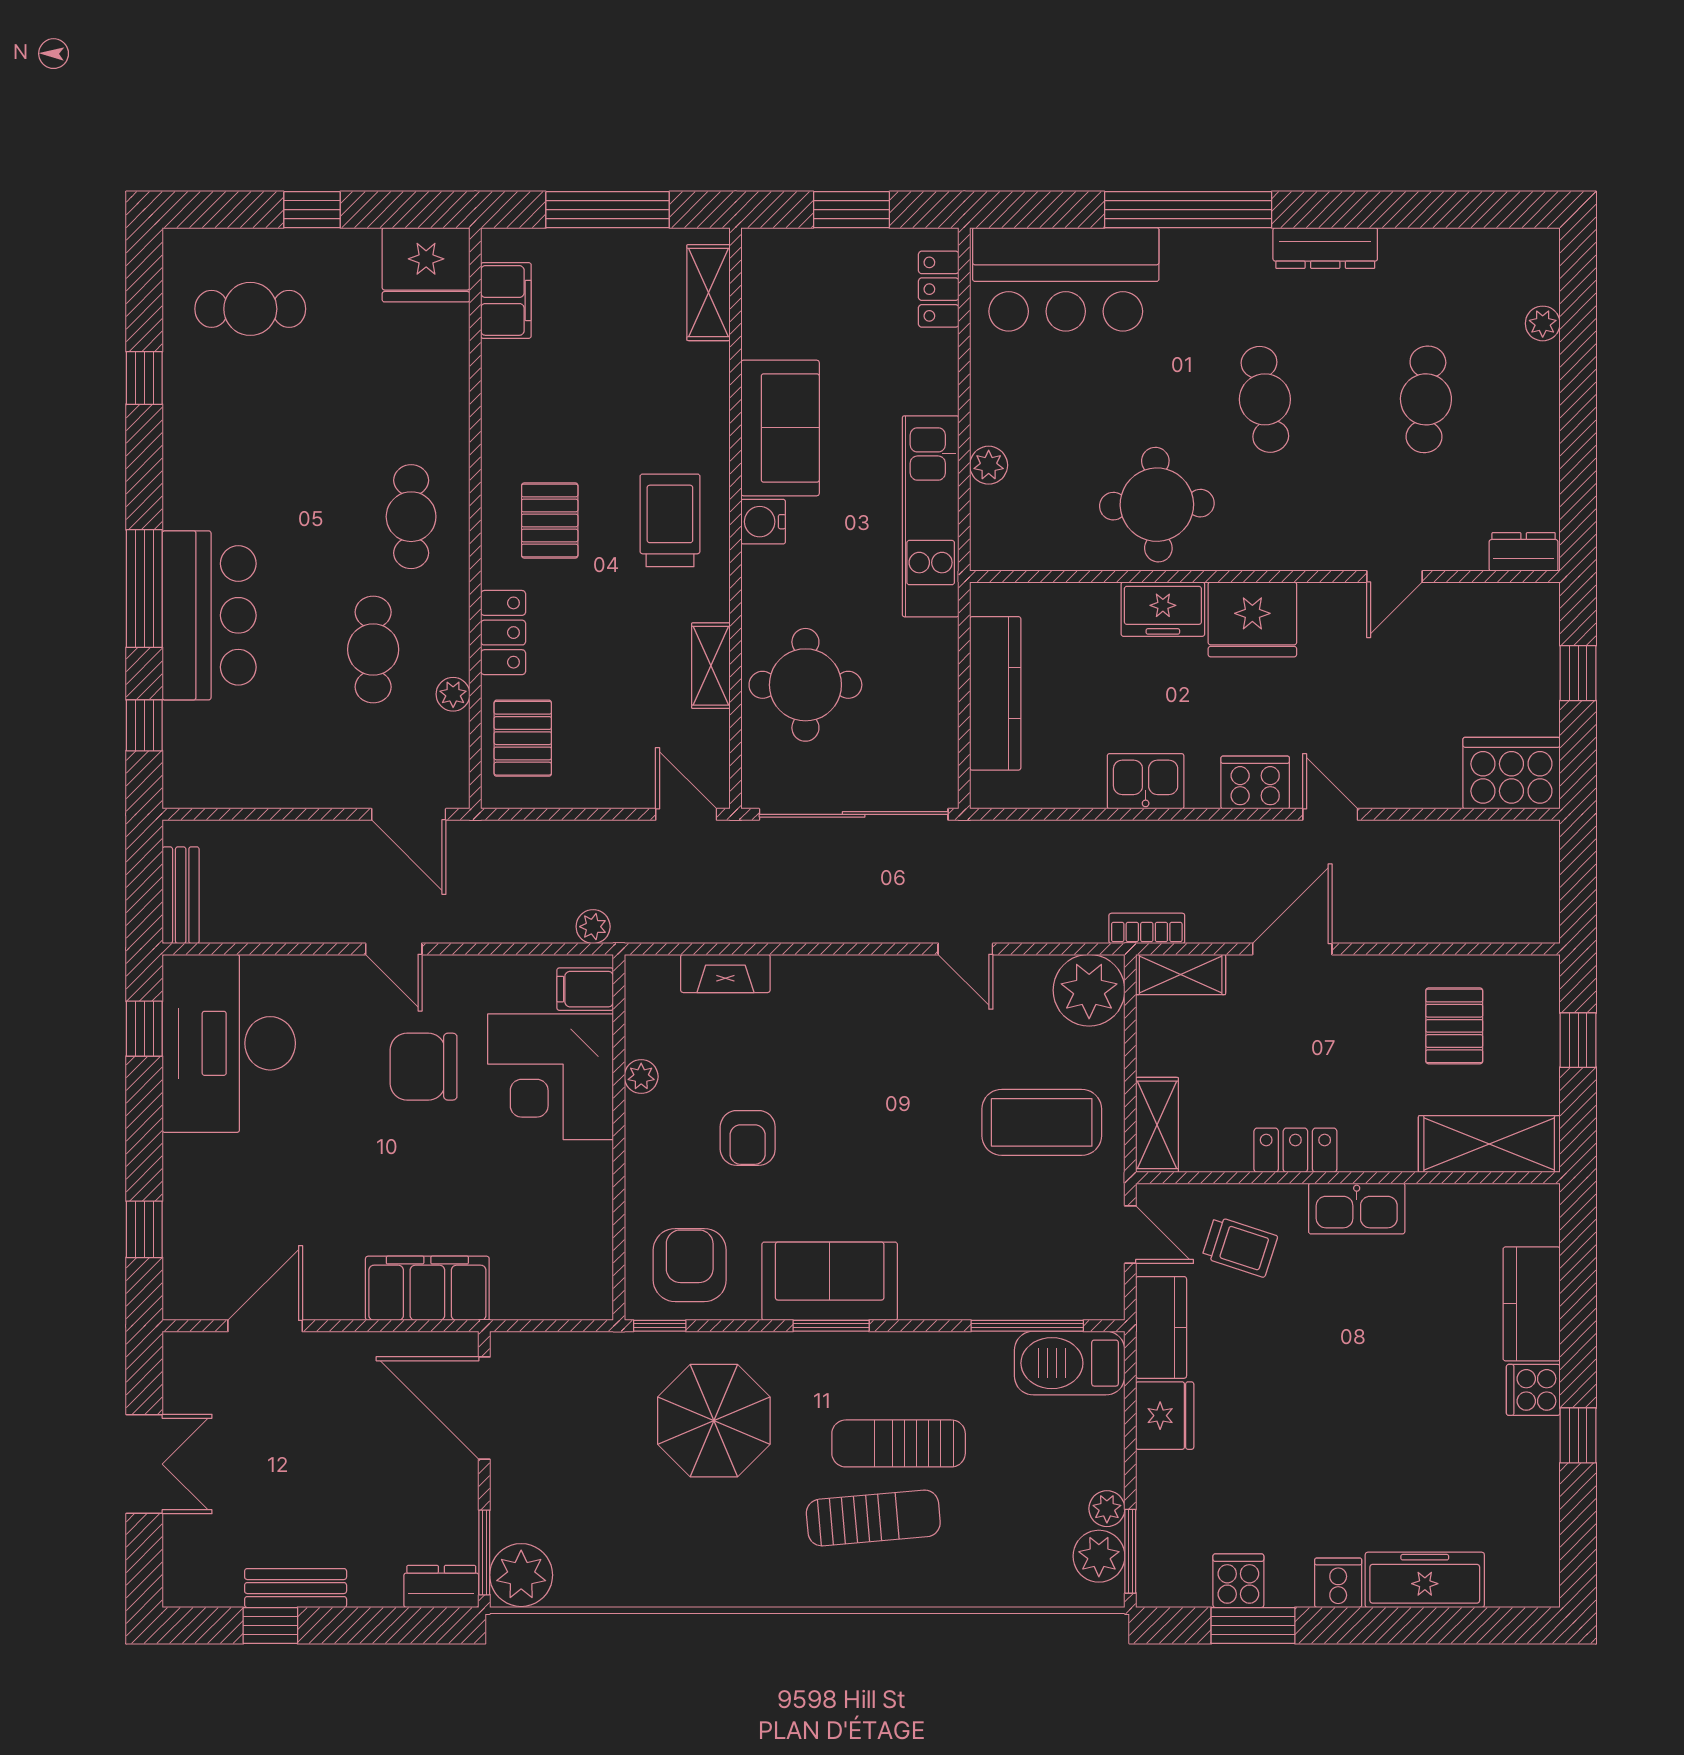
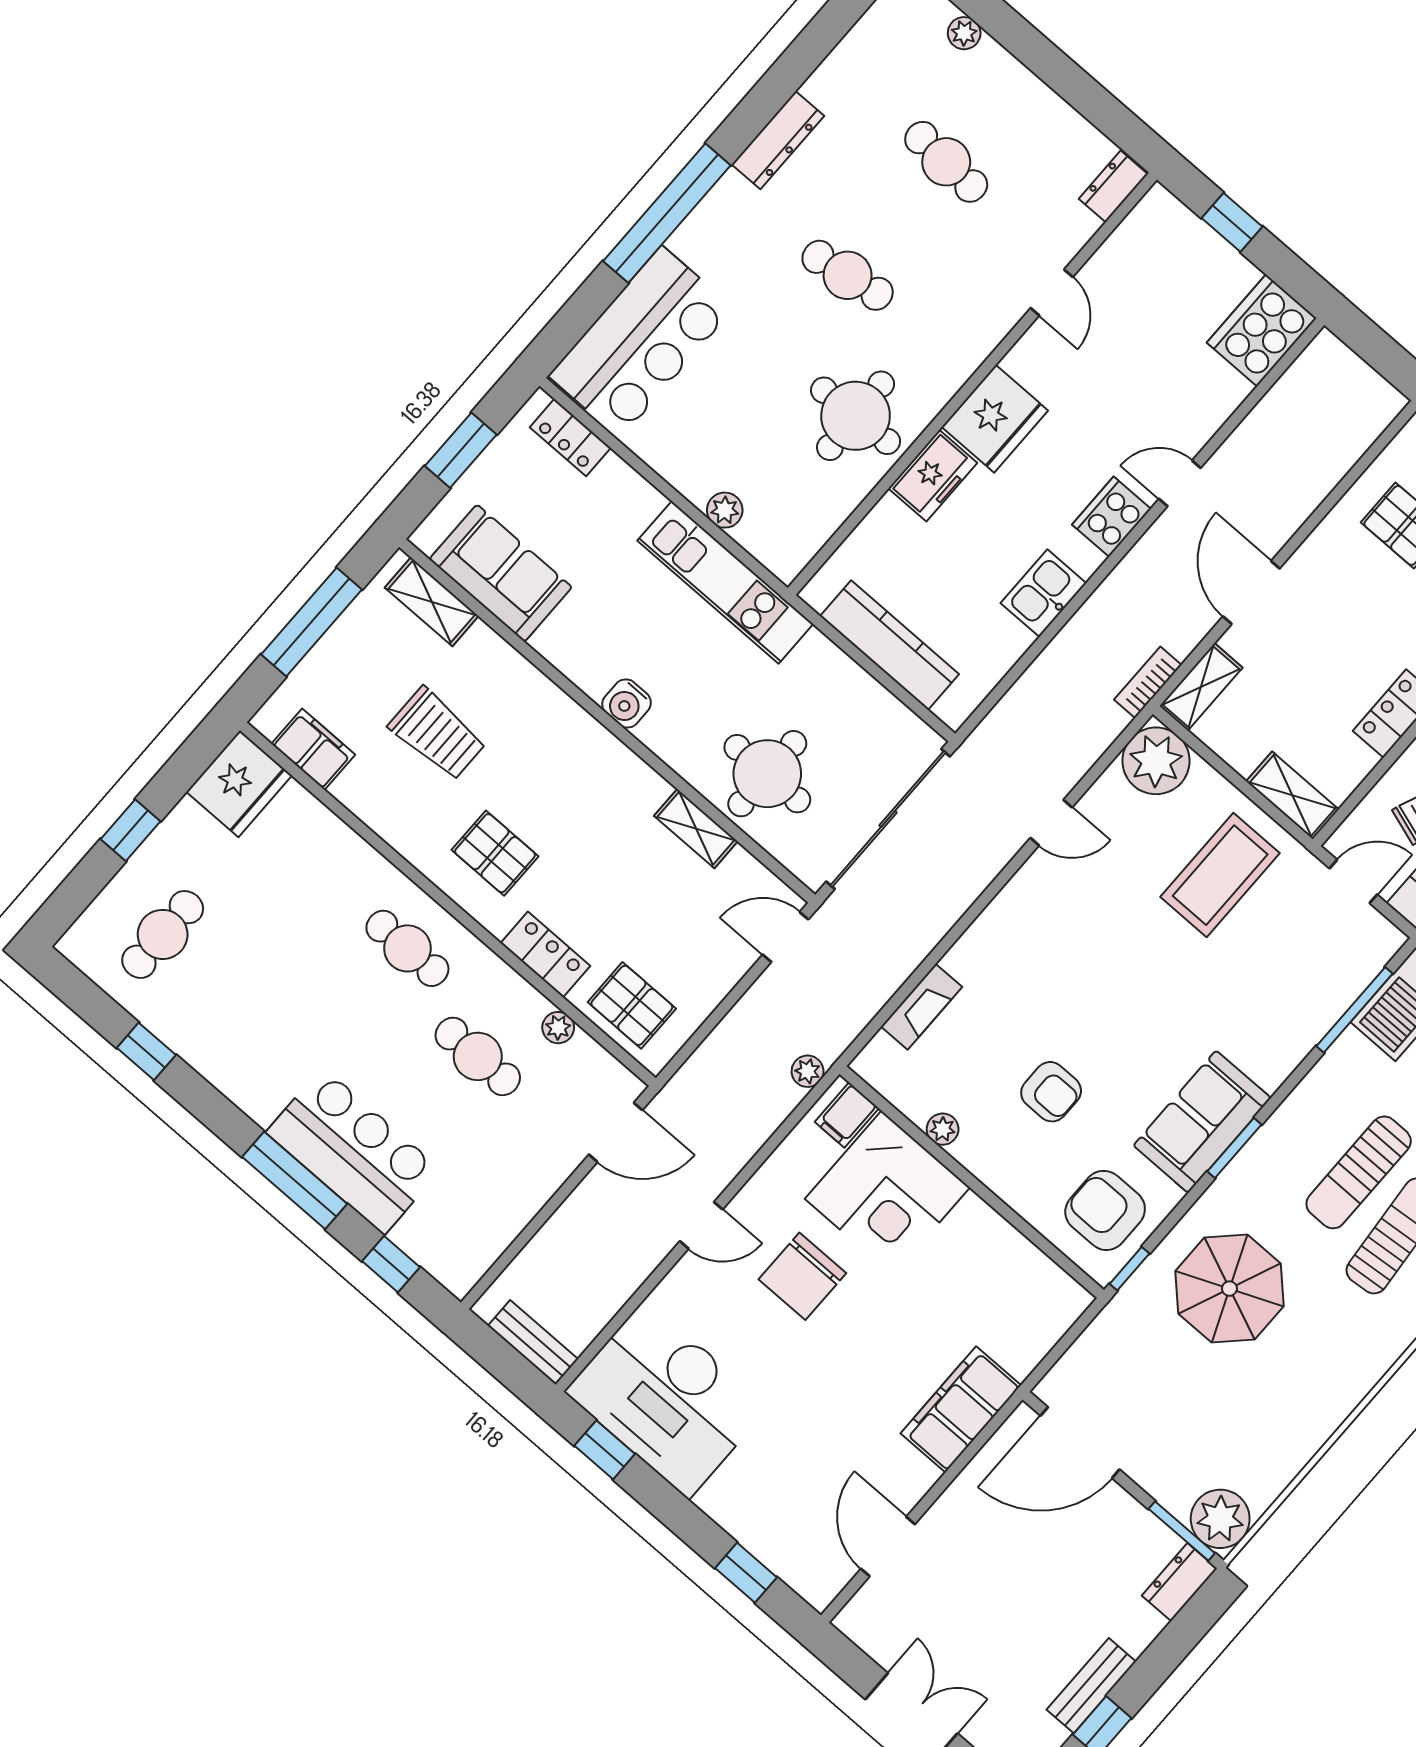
sofa: (780, 428) -> (501, 573), moved
trolley: (670, 520) -> (437, 734), moved, turned 180

